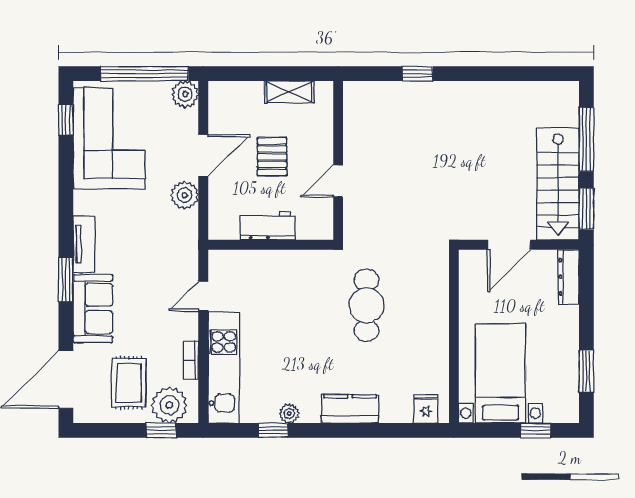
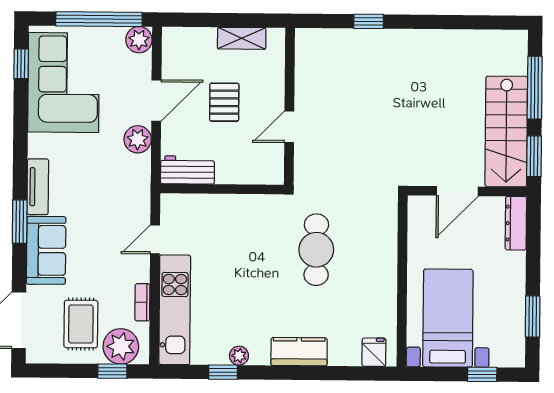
workbench: (267, 226) -> (187, 170), moved

